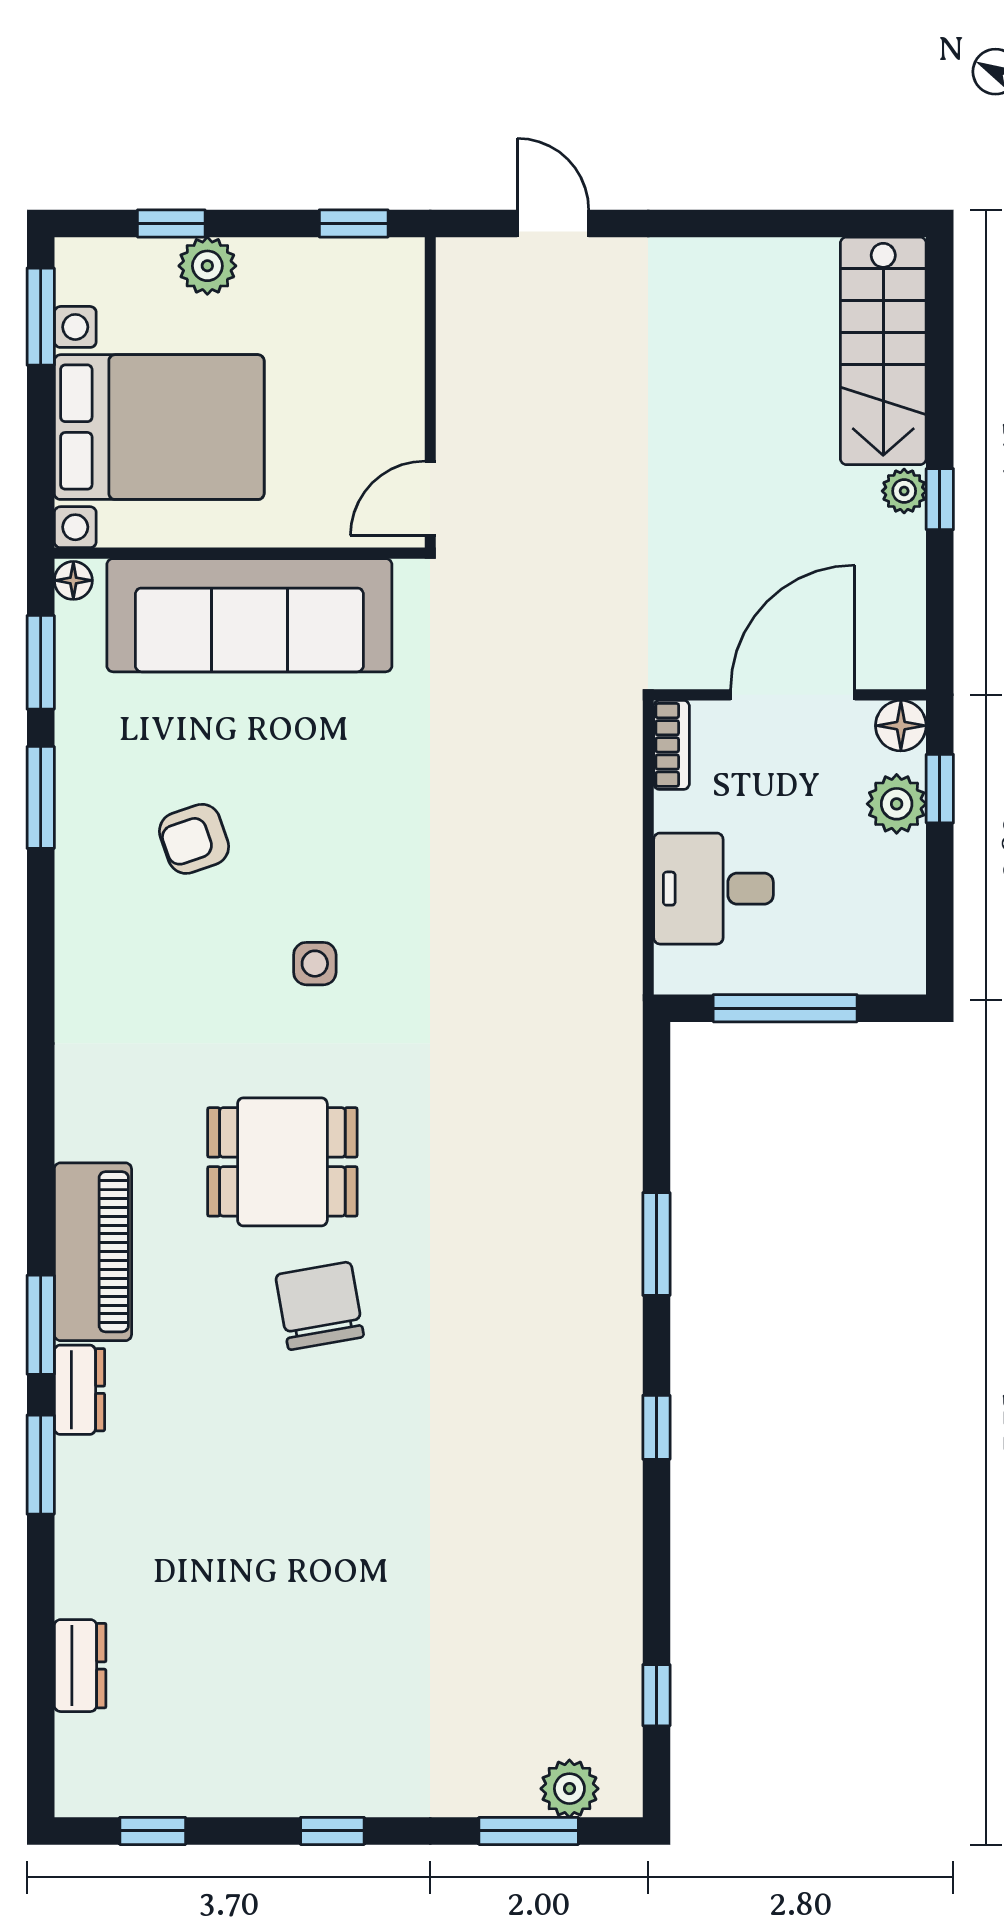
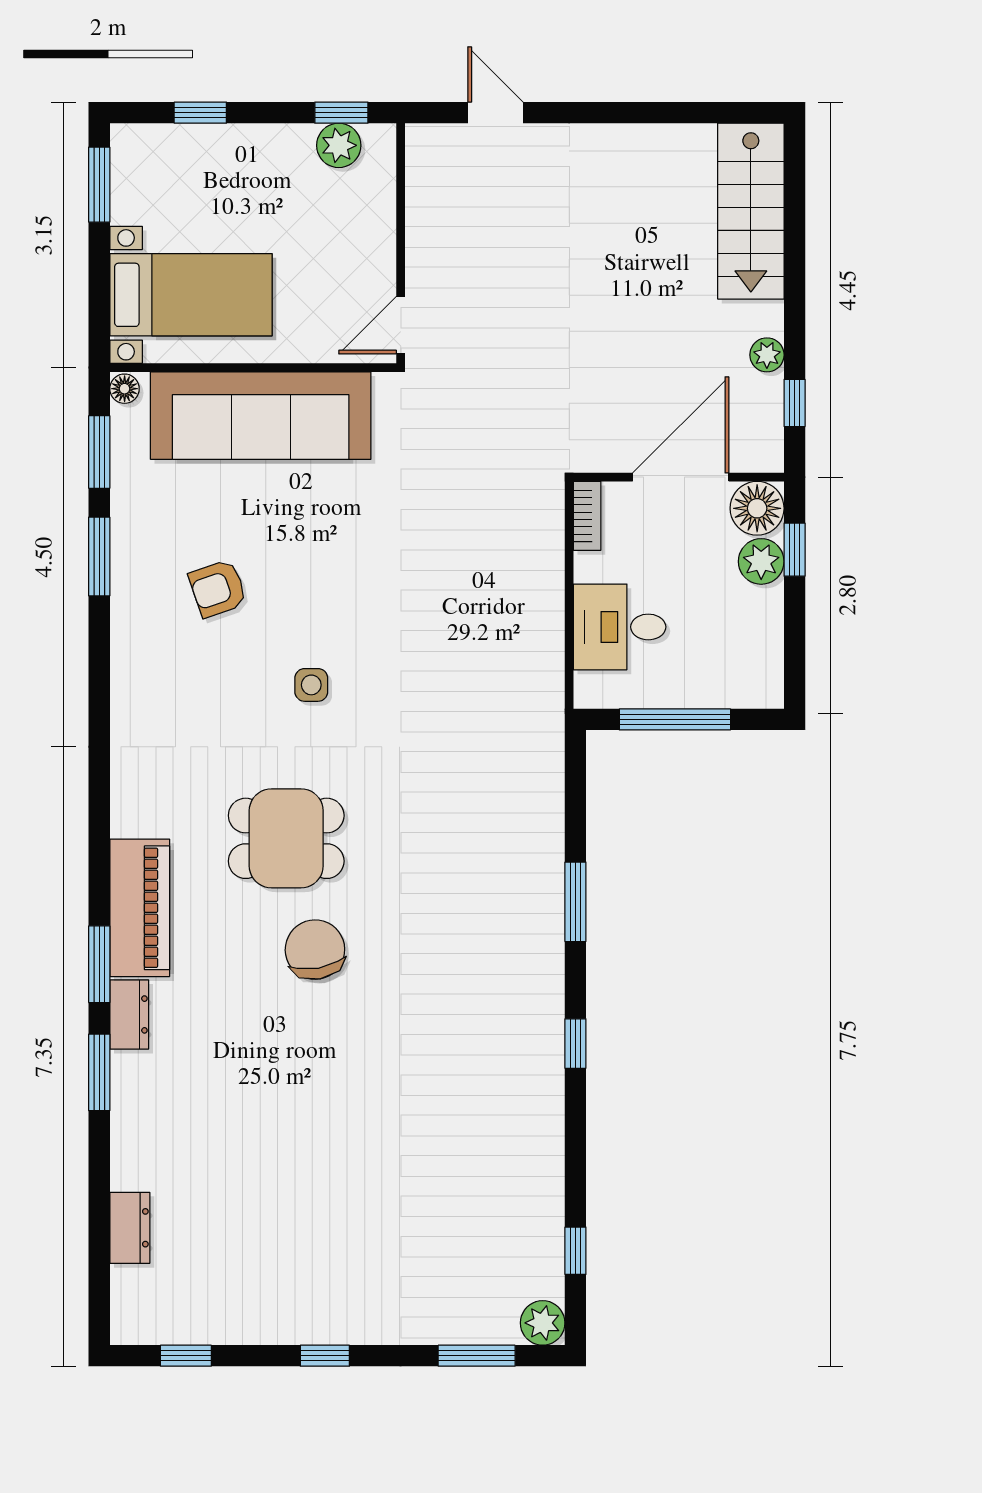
plant: (207, 266) -> (339, 145), moved
bed with nightstands: (159, 427) -> (191, 295), width x0.73
plant: (904, 491) -> (767, 355), moved
window: (940, 499) -> (795, 403), moved
floor lamp: (901, 726) -> (757, 508), width x1.38, depth x1.38
plant: (569, 1789) -> (543, 1323), moved

